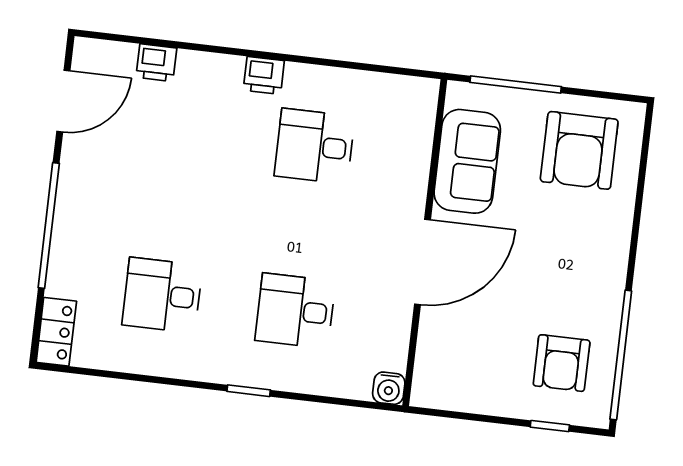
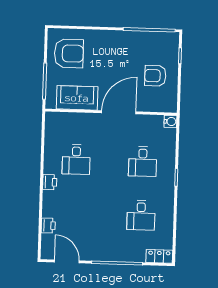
door: (422, 262) -> (119, 112), hinge flipped
armchair: (562, 363) -> (155, 76), moved, turned 180

